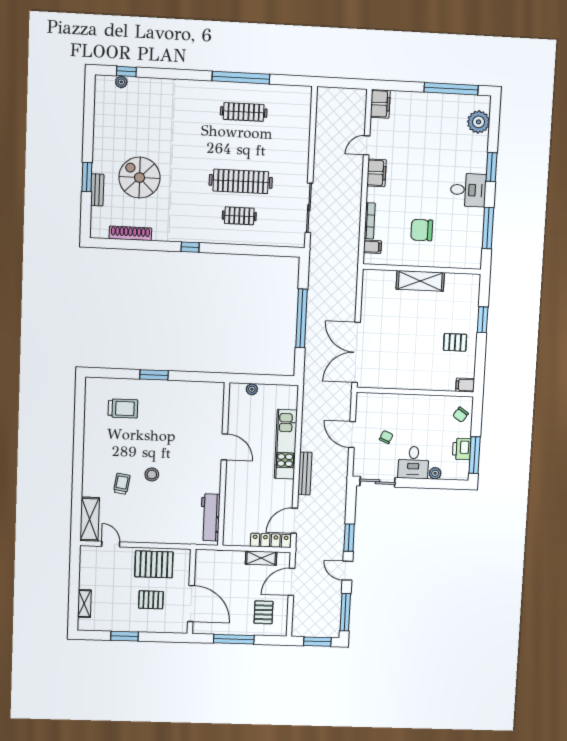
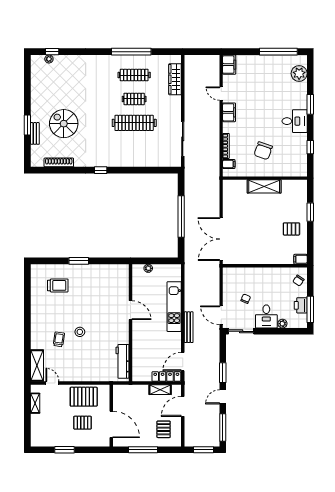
wardrobe: (302, 121) -> (175, 79), added
door: (367, 145) -> (221, 94), hinge flipped
clothes rail: (239, 216) -> (134, 99), moved
window: (488, 228) -> (310, 147), width x0.46
chair: (422, 230) -> (263, 151), turned -71
door: (352, 435) -> (221, 315), moved
door: (347, 571) -> (223, 397), hinge flipped
shelving: (84, 604) -> (35, 403), moved

